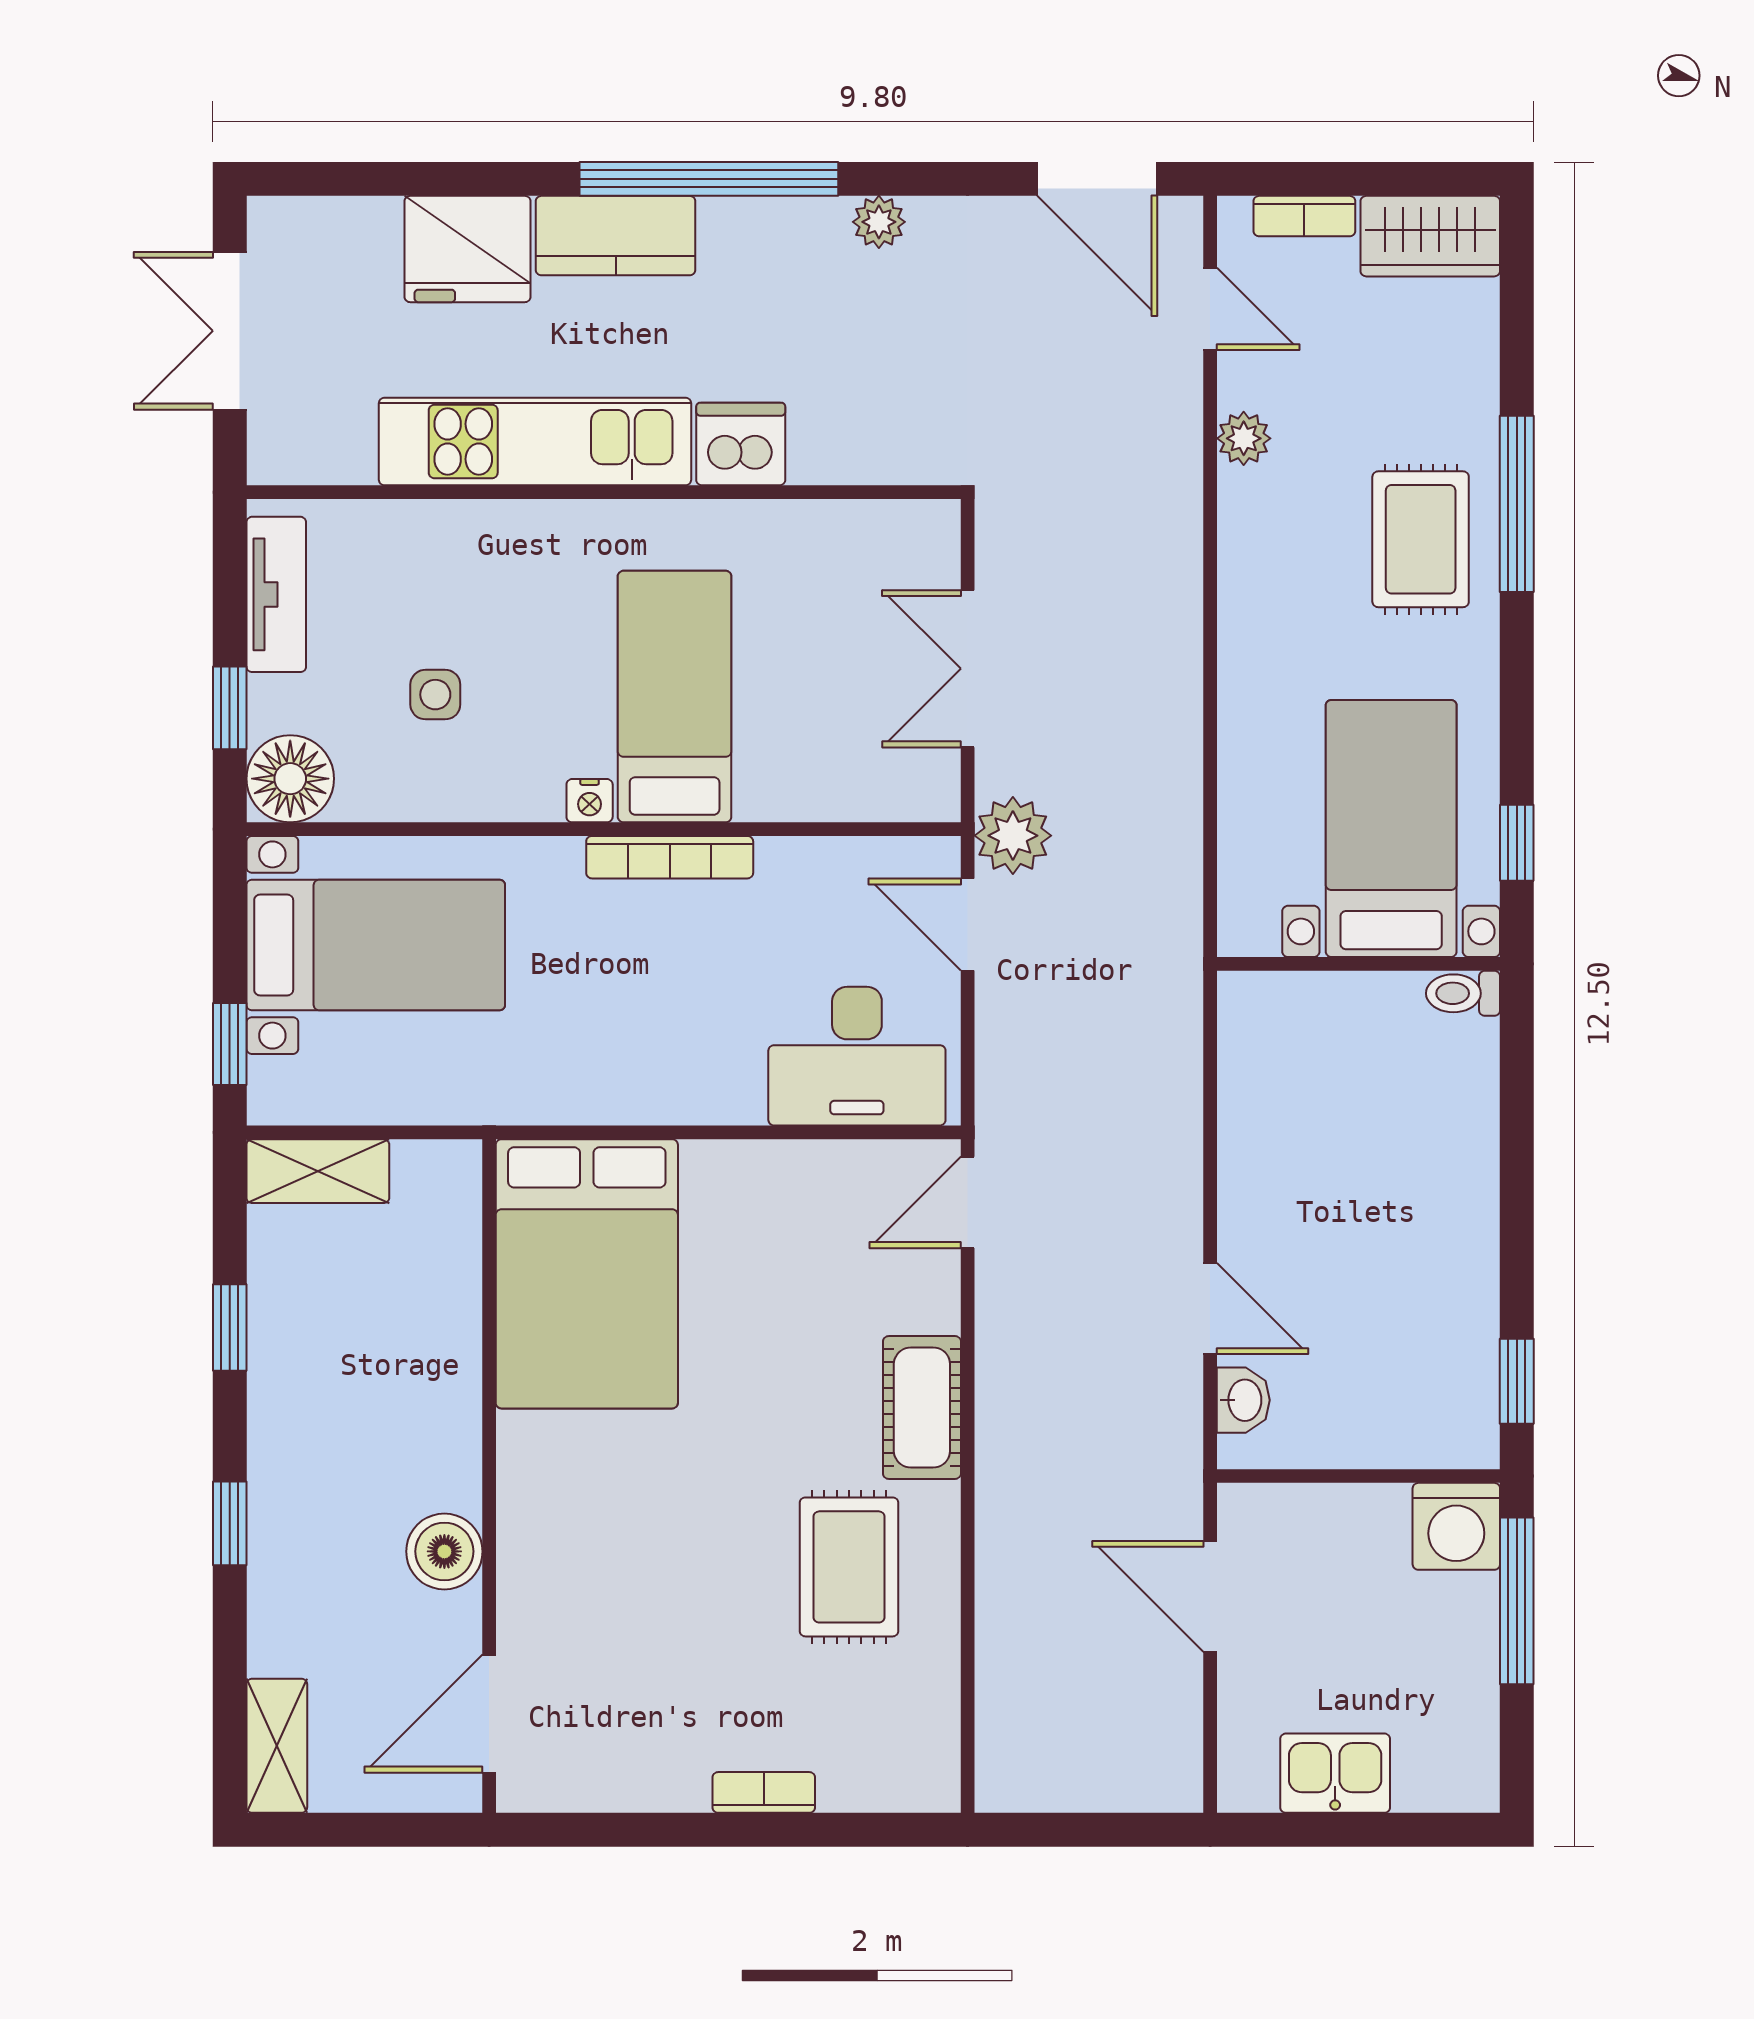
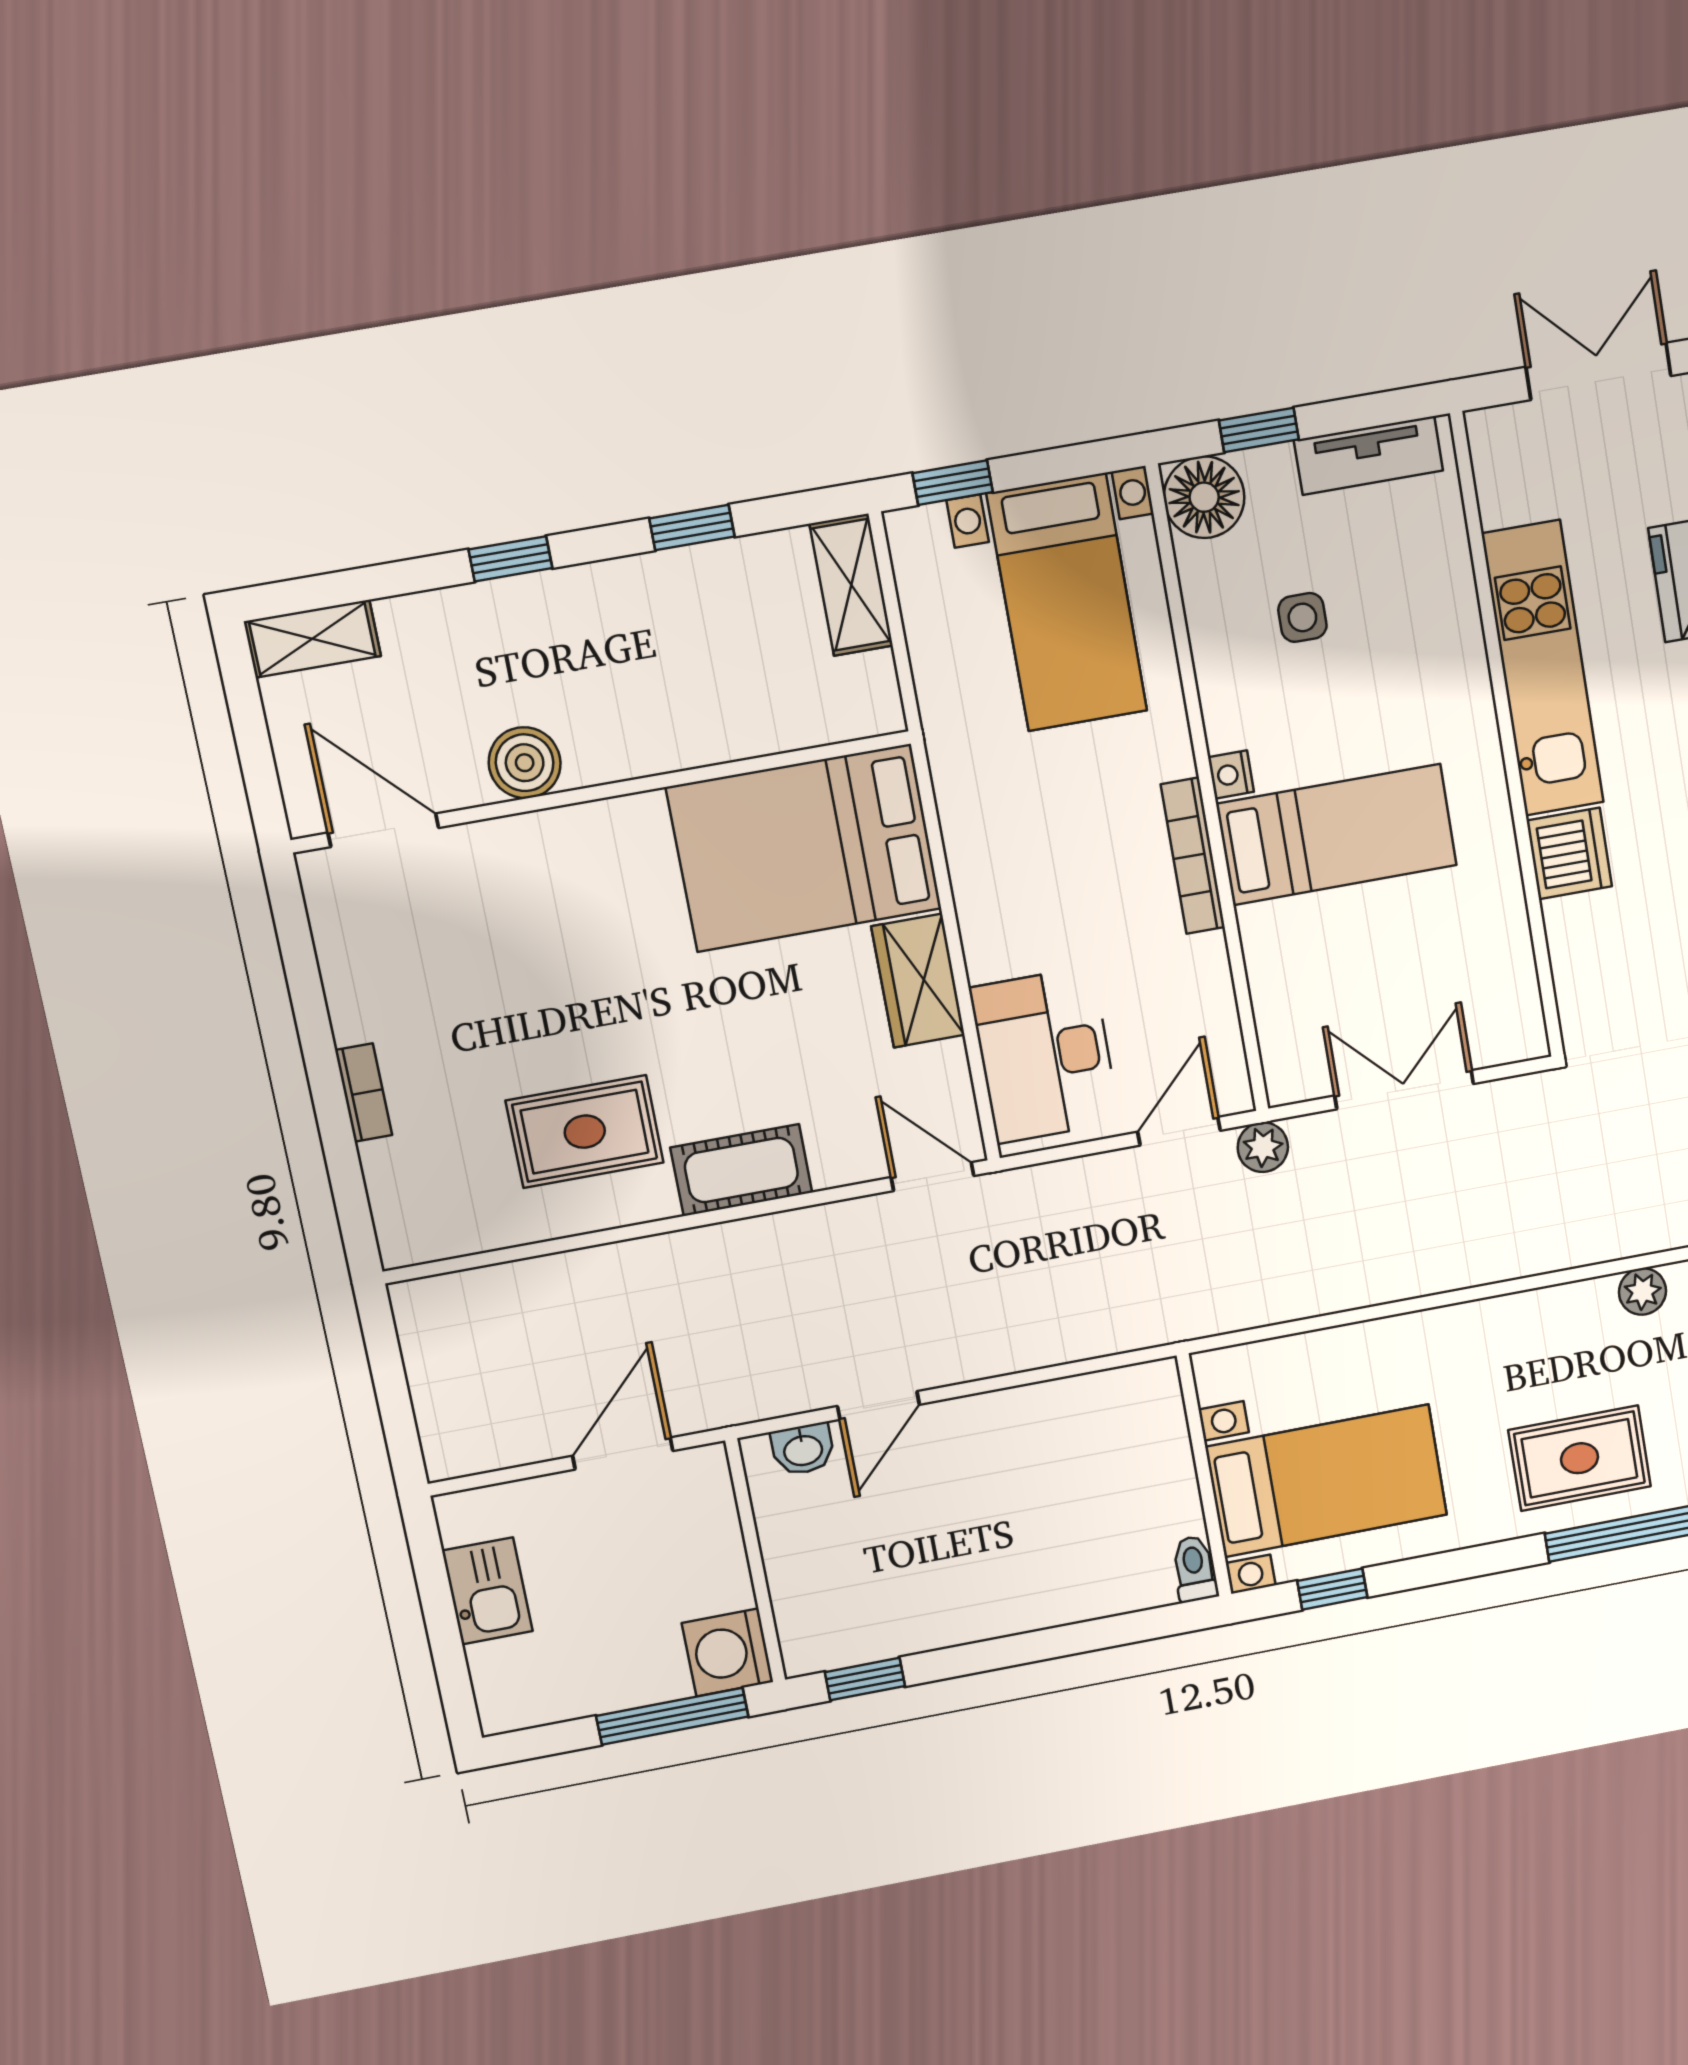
plant: (1013, 836) -> (1263, 1147), width x0.73, depth x0.73
wardrobe: (751, 1179) -> (918, 981), added

